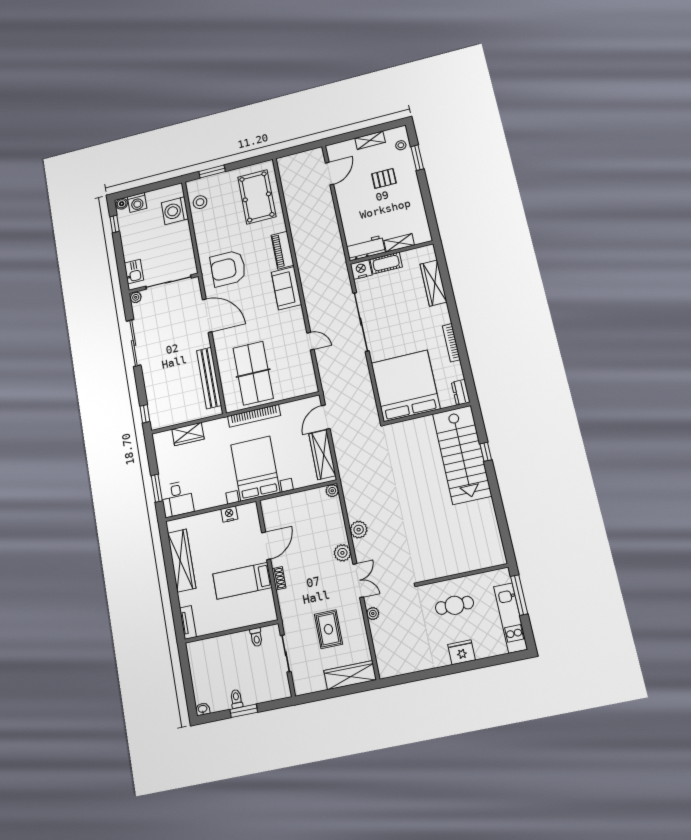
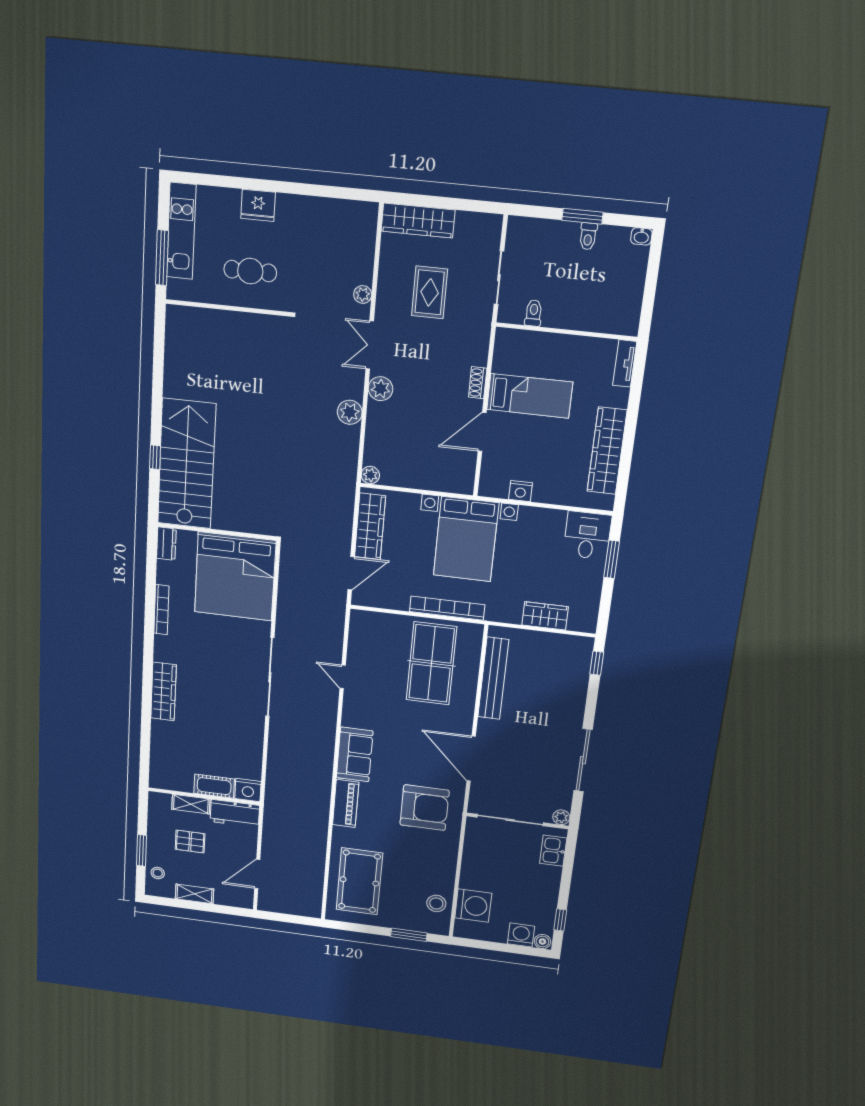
shelving: (399, 243) -> (191, 804), moved
workbench: (366, 248) -> (235, 814), moved
wall: (391, 252) -> (204, 796), moved
cot: (386, 263) -> (214, 786), moved
nightstand: (361, 270) -> (248, 790), moved

